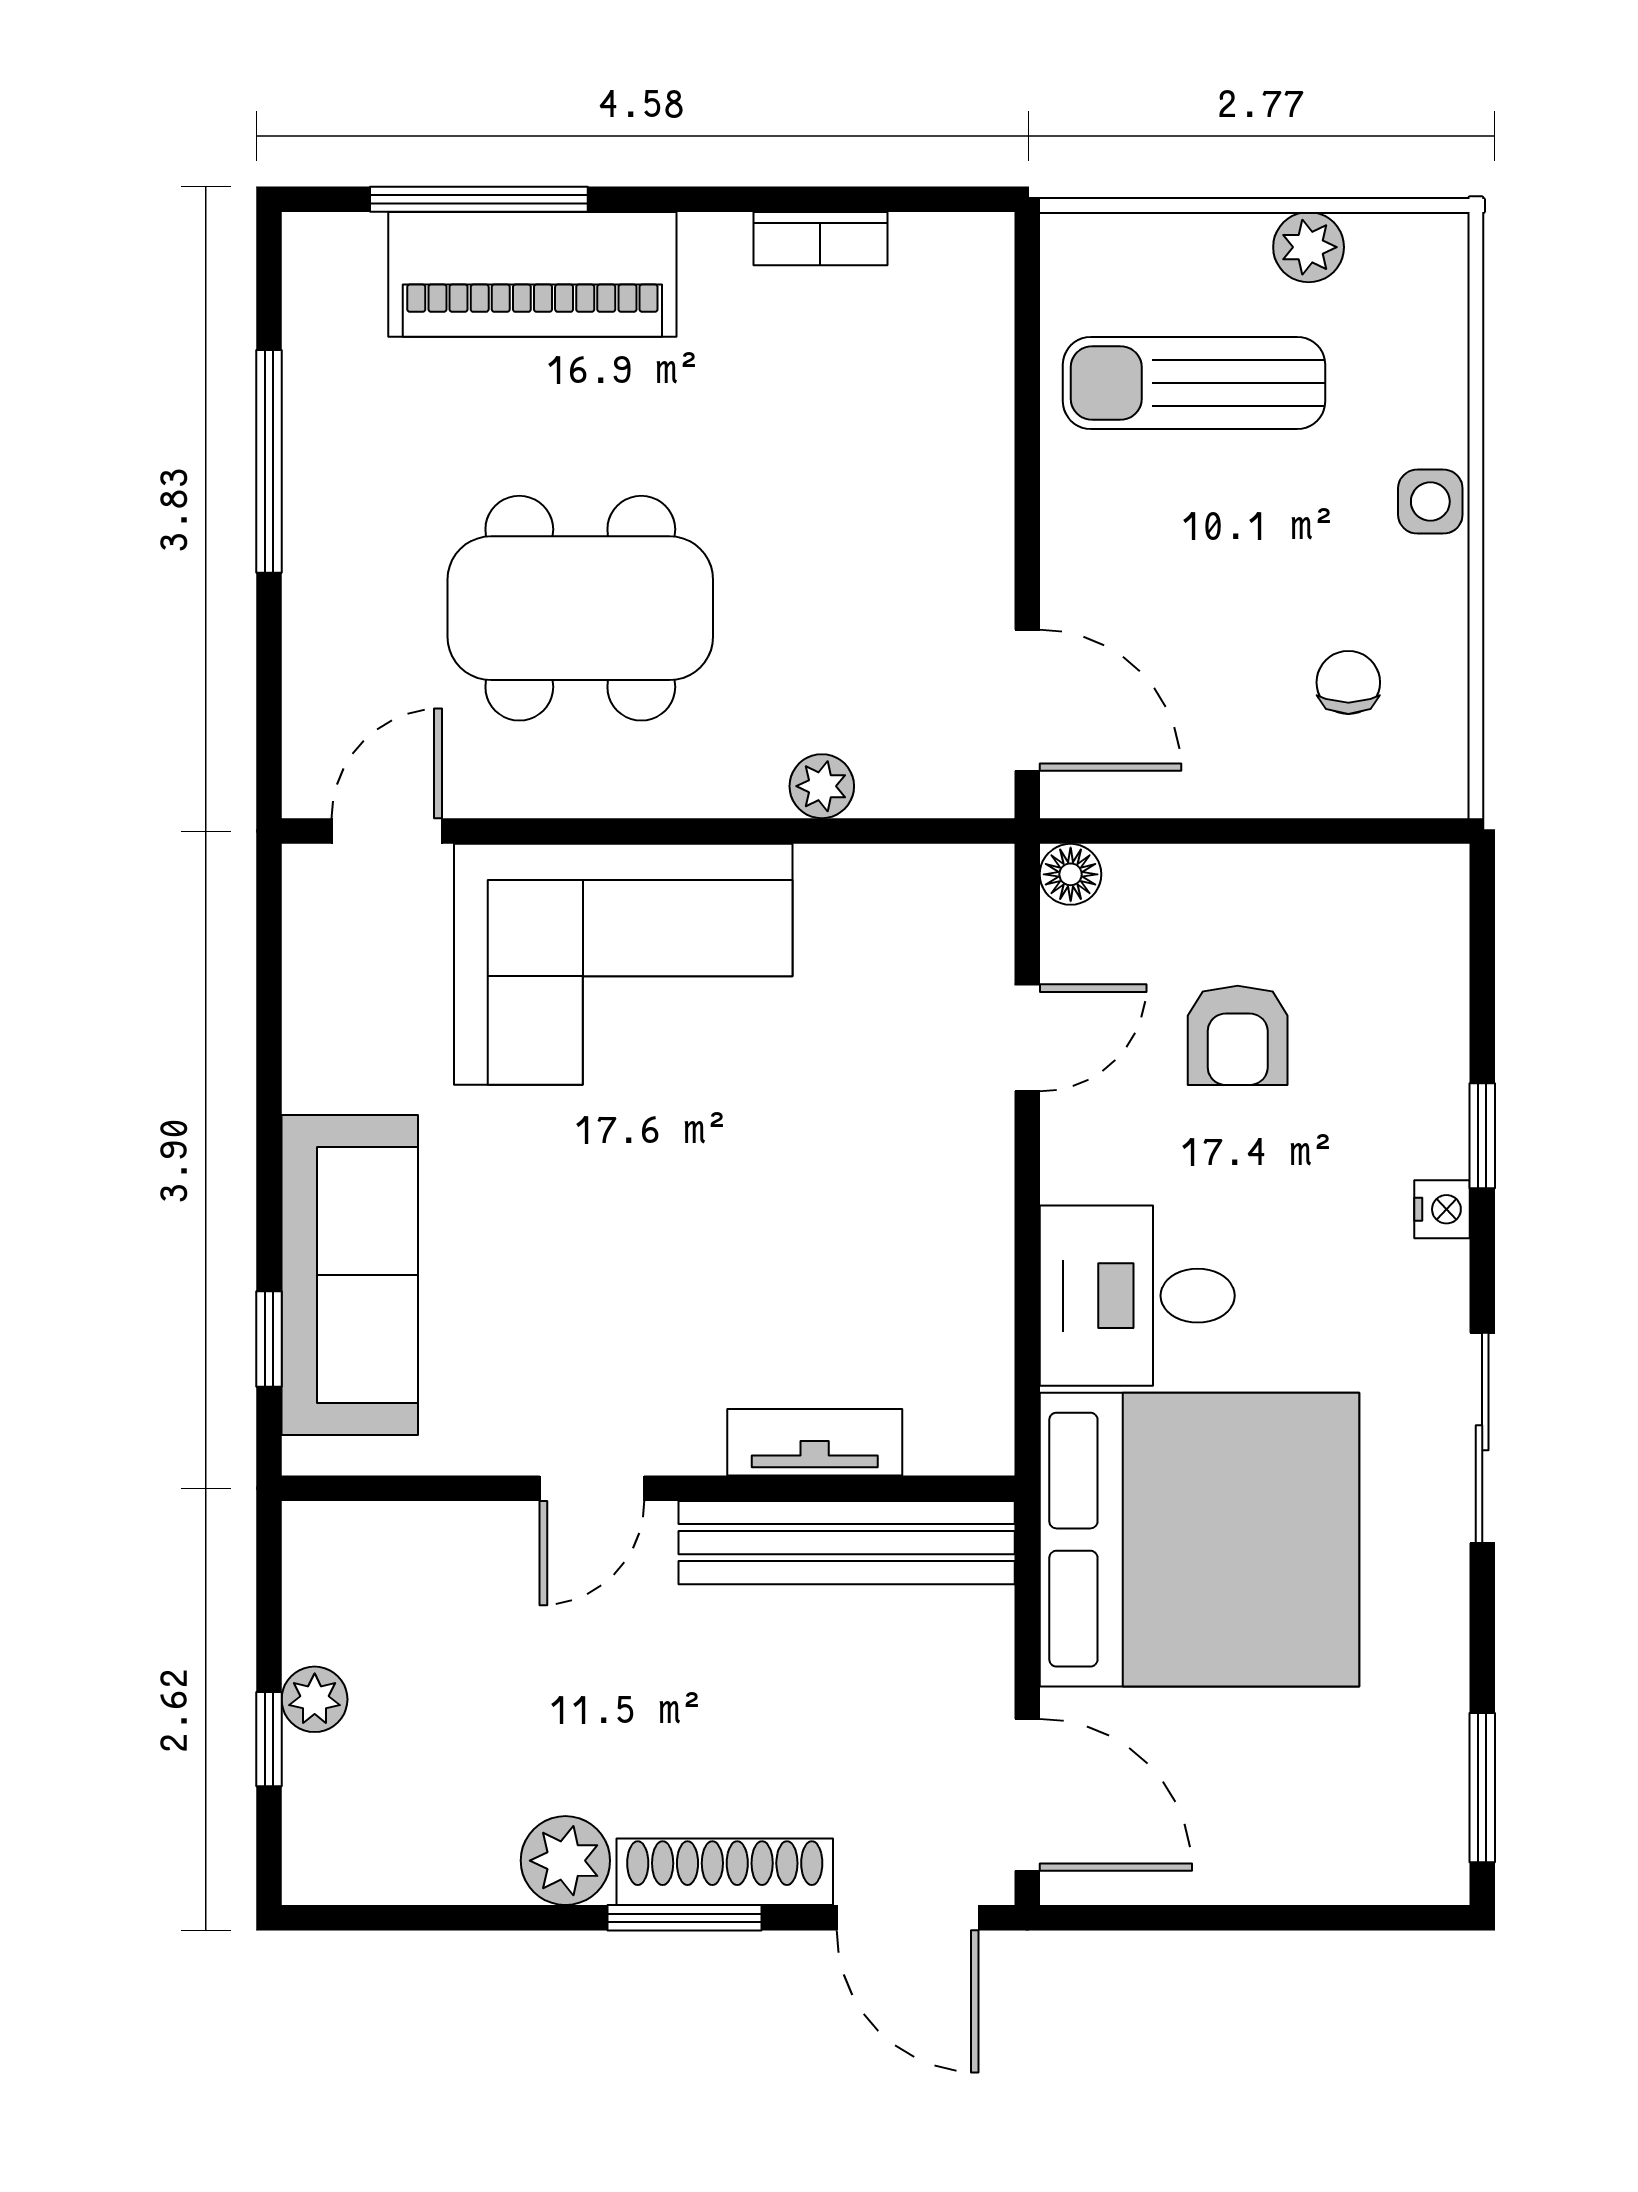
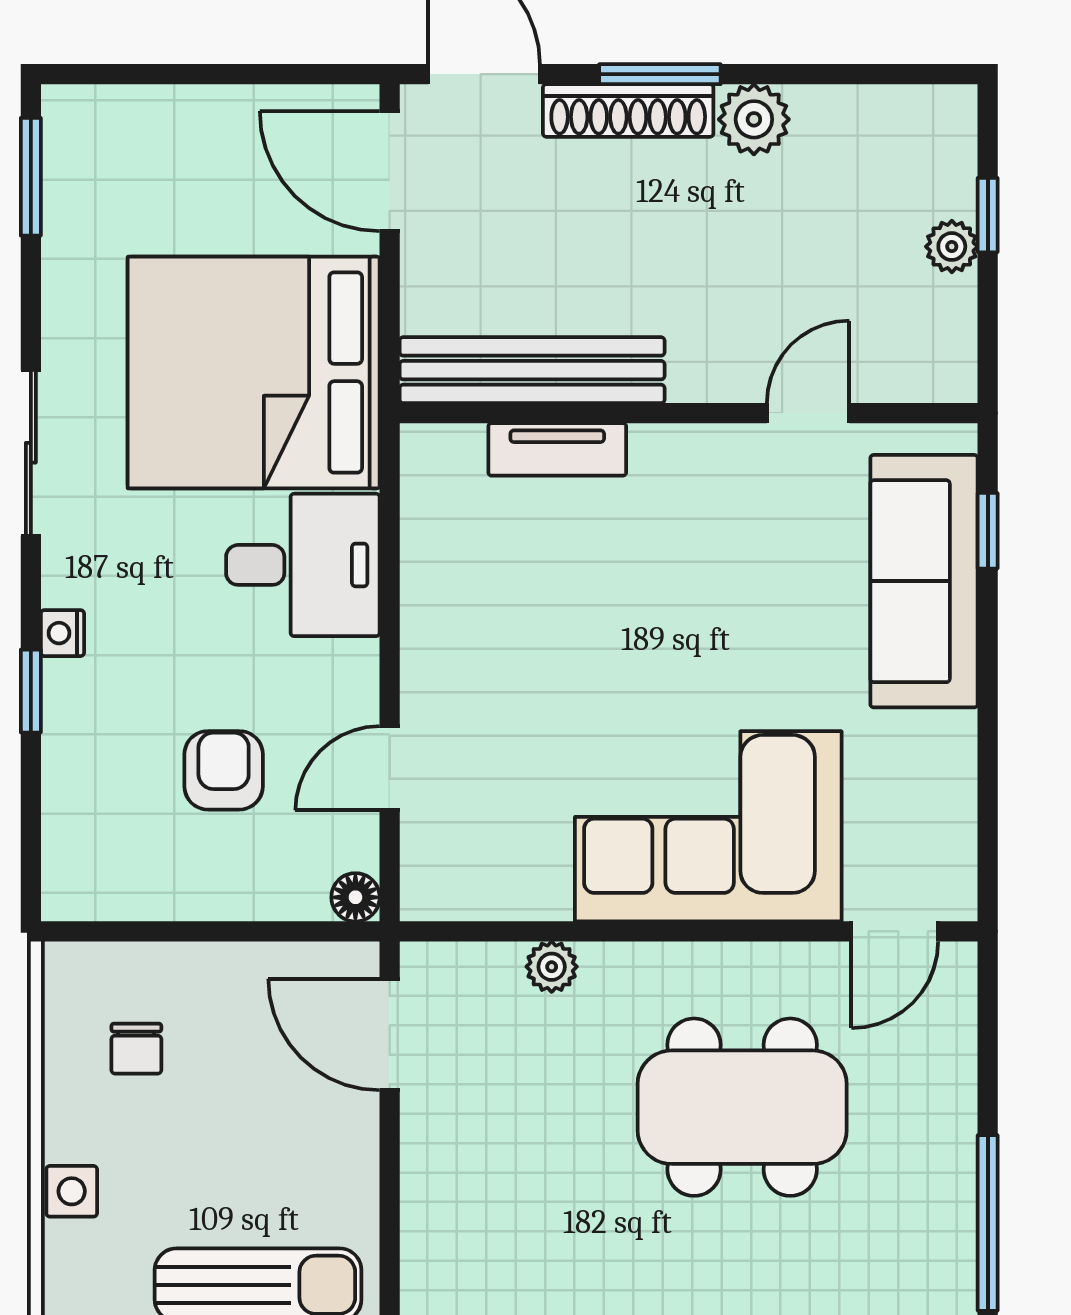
door: (592, 1488) -> (808, 413), moved

